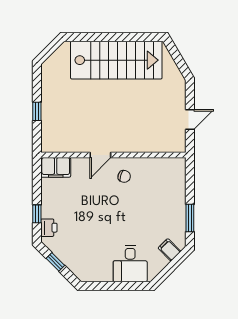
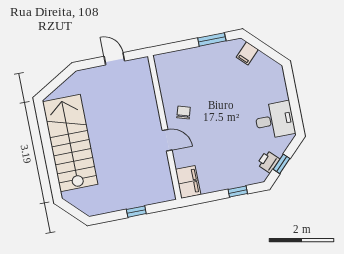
printer: (49, 228) -> (268, 162), moved, turned -45
desk: (130, 264) -> (275, 120), moved

